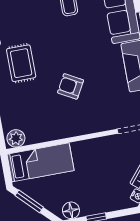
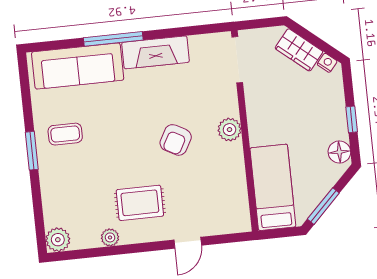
plant: (16, 138) -> (229, 130), moved

